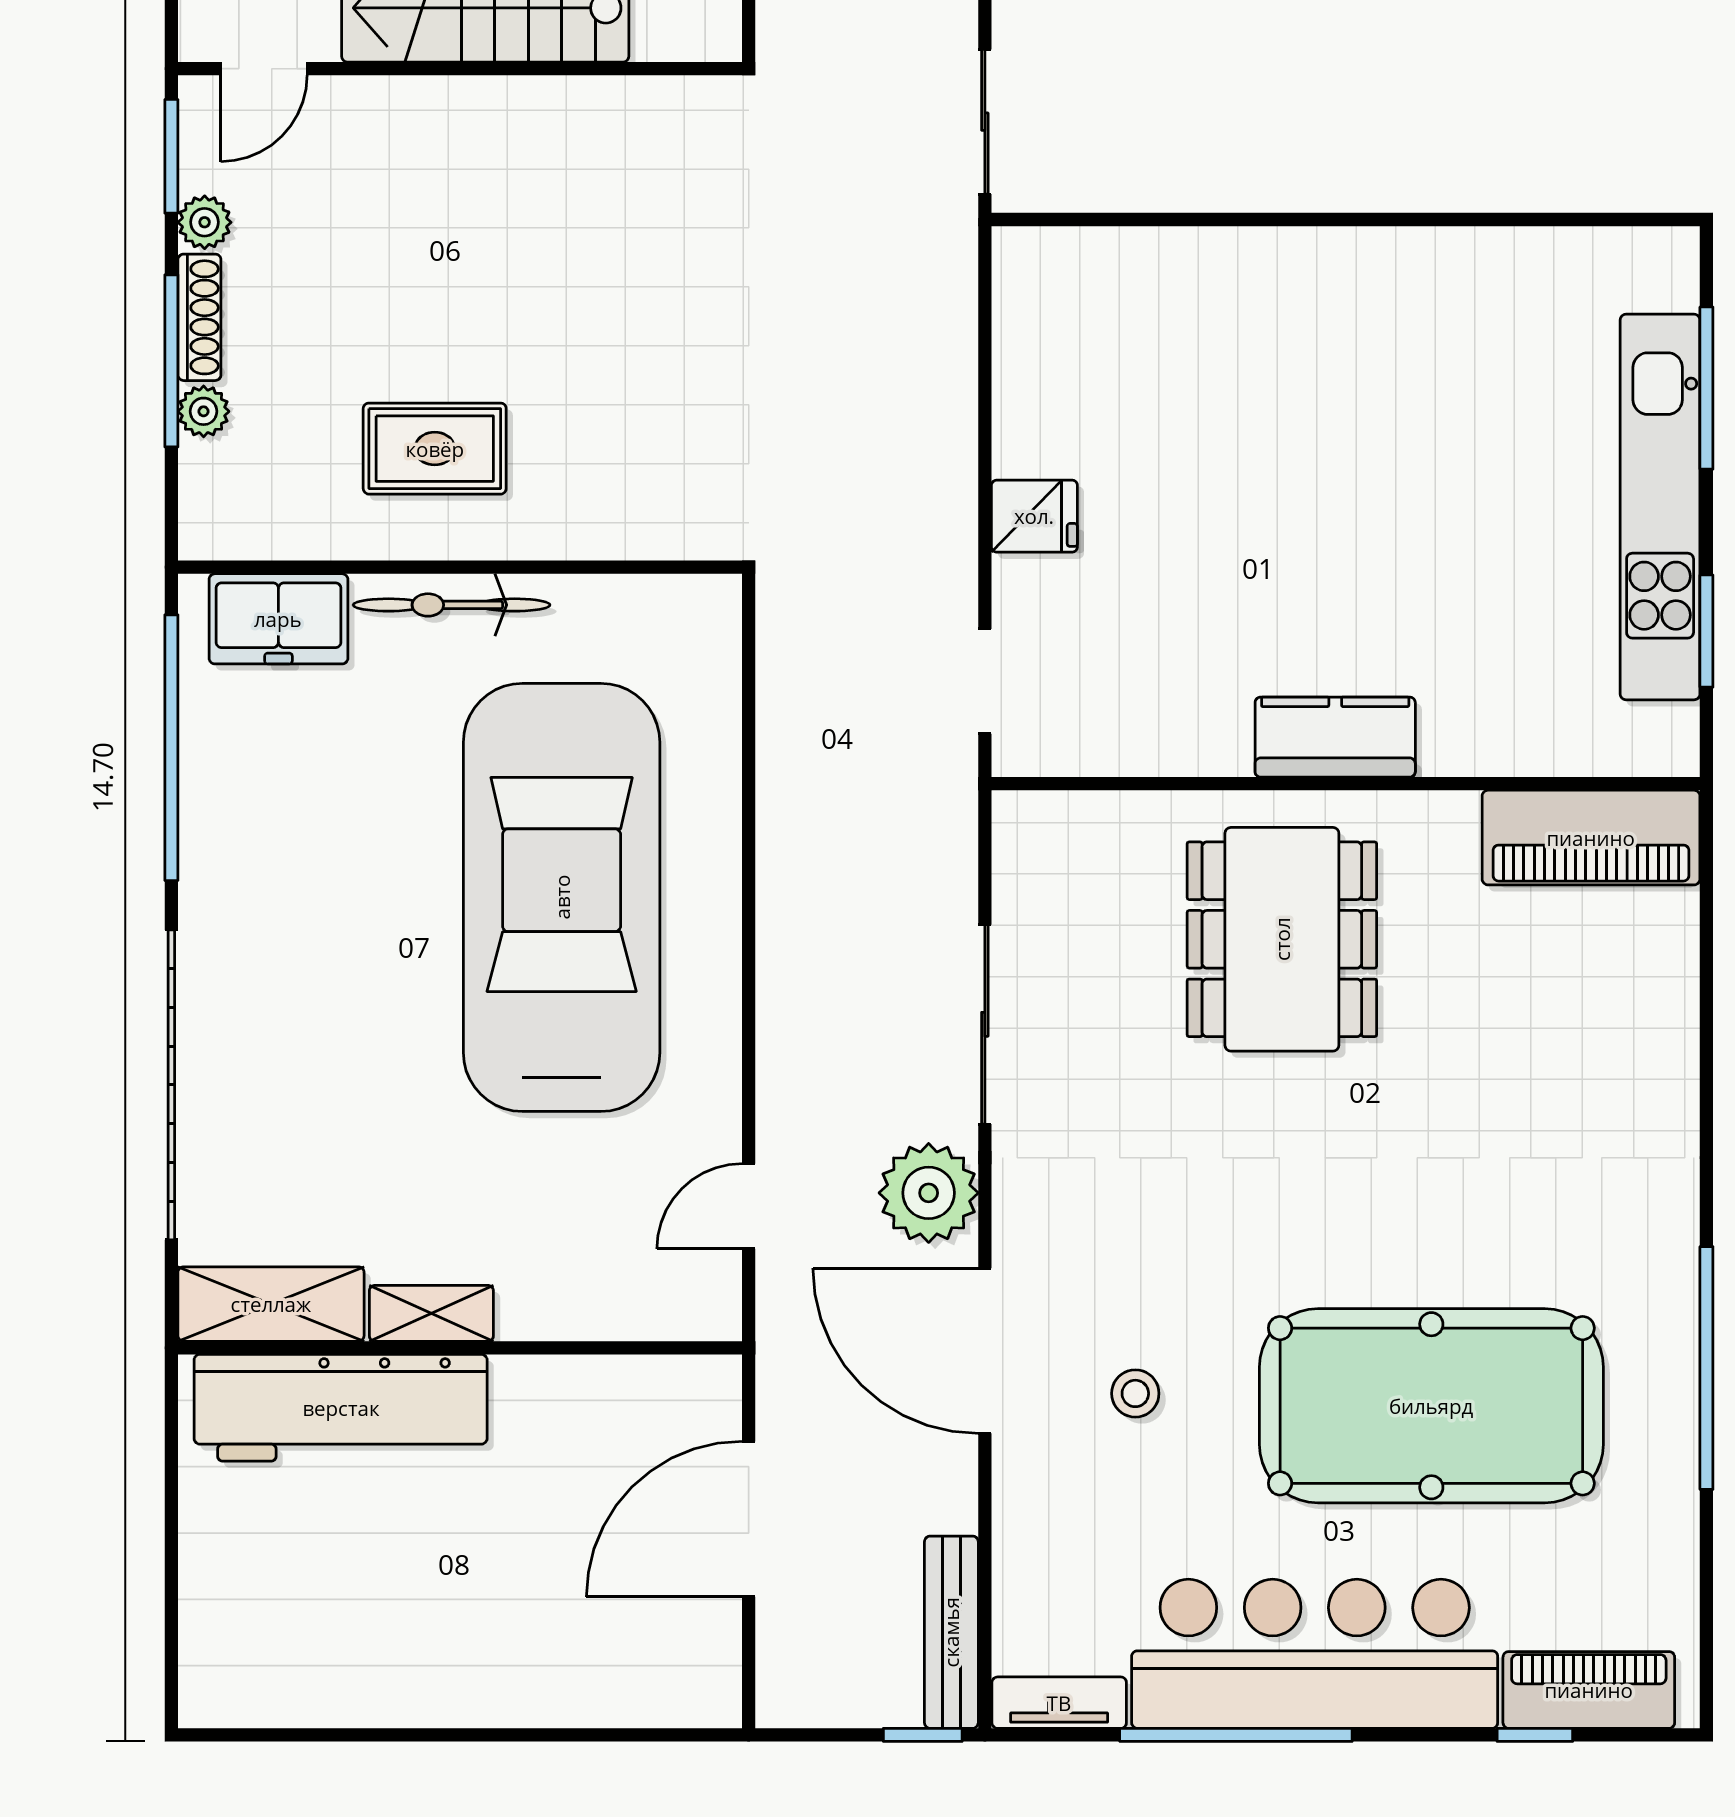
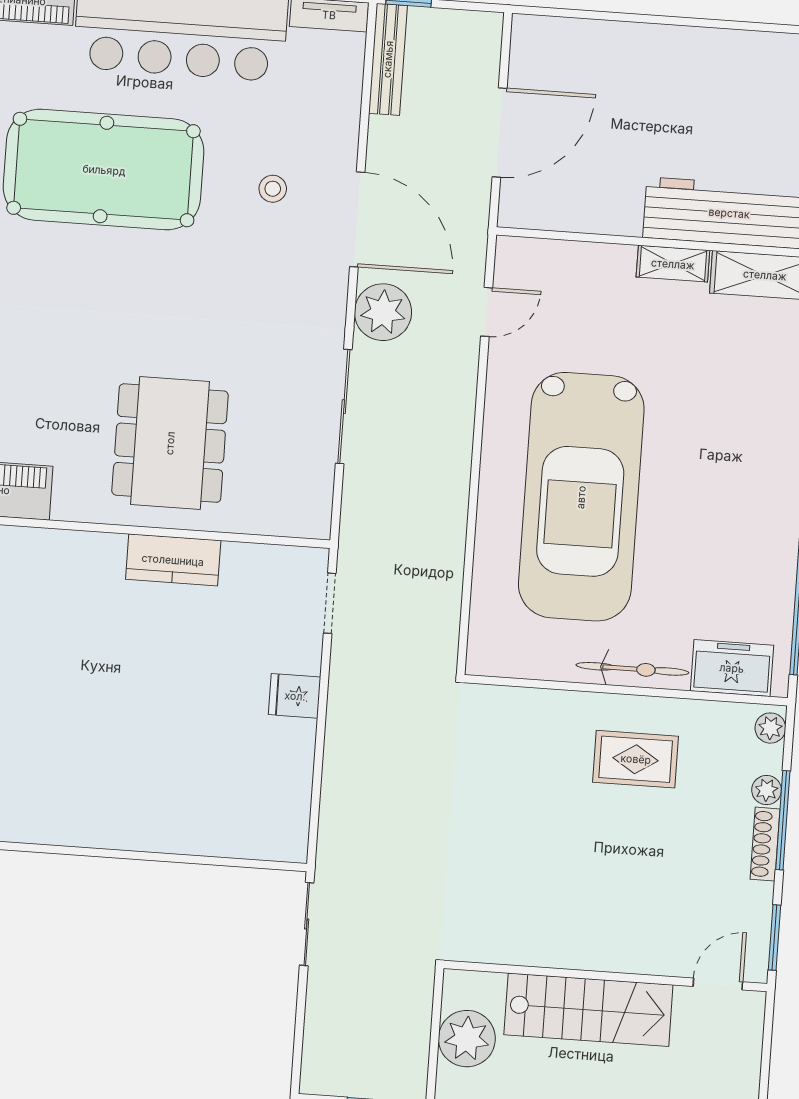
plant: (205, 222) -> (770, 728), moved
kitchen counter: (1335, 737) -> (173, 560), moved

